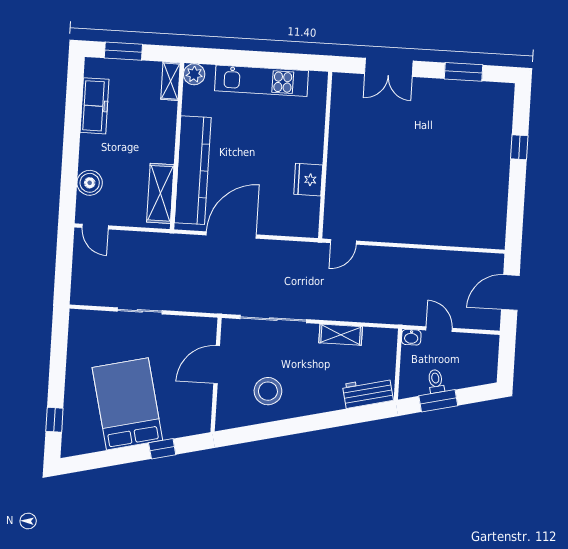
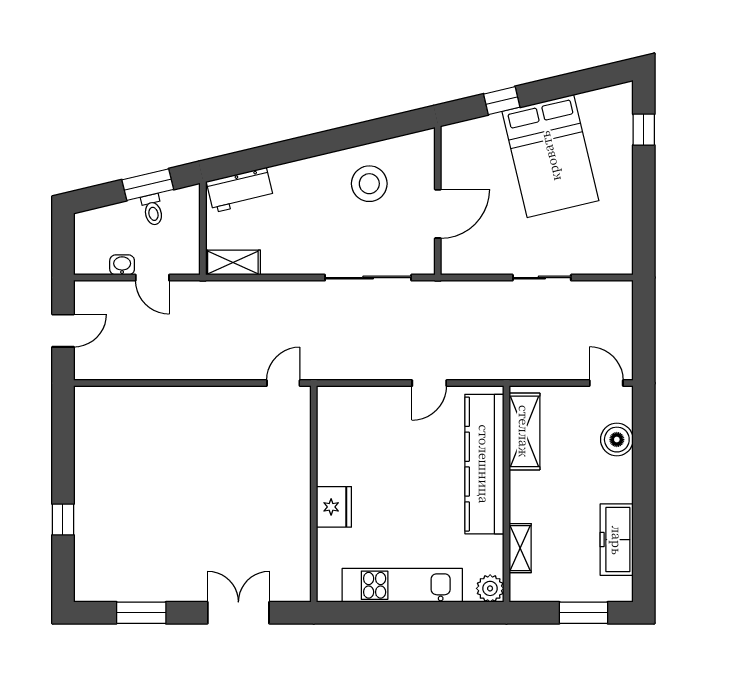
shelving: (170, 81) -> (520, 548), moved
fridge: (308, 180) -> (334, 507), moved
door: (231, 235) -> (429, 383), width x0.53
door: (510, 293) -> (63, 331), width x0.73
shelving: (341, 335) -> (233, 263), moved
washbasin: (411, 337) -> (122, 265), moved

